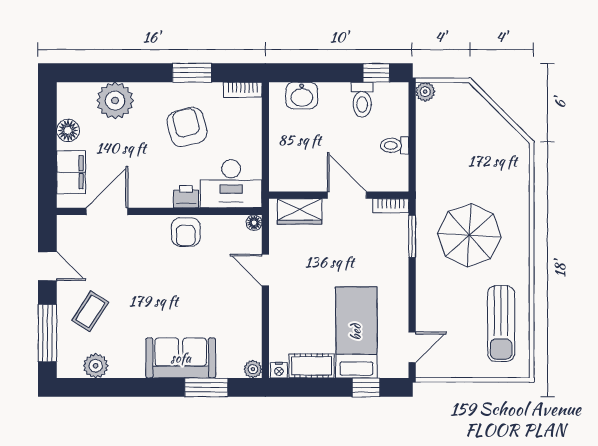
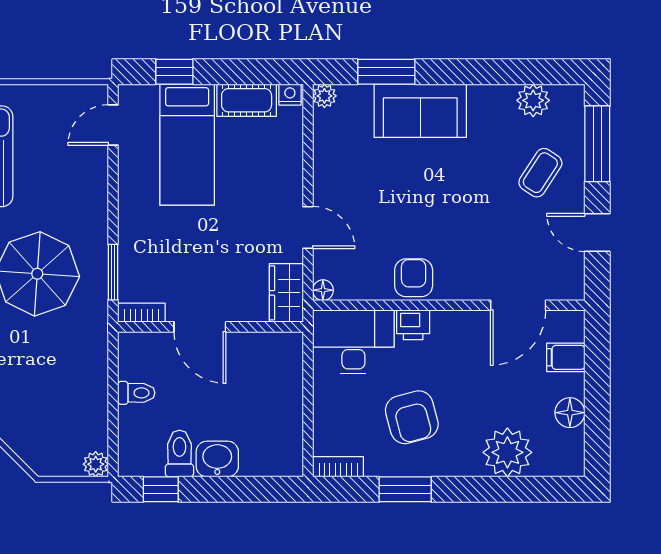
washbasin: (302, 96) -> (217, 459), moved
filing cabinet: (71, 172) -> (566, 357), width x0.50
wardrobe: (300, 211) -> (286, 293), moved, turned -90

